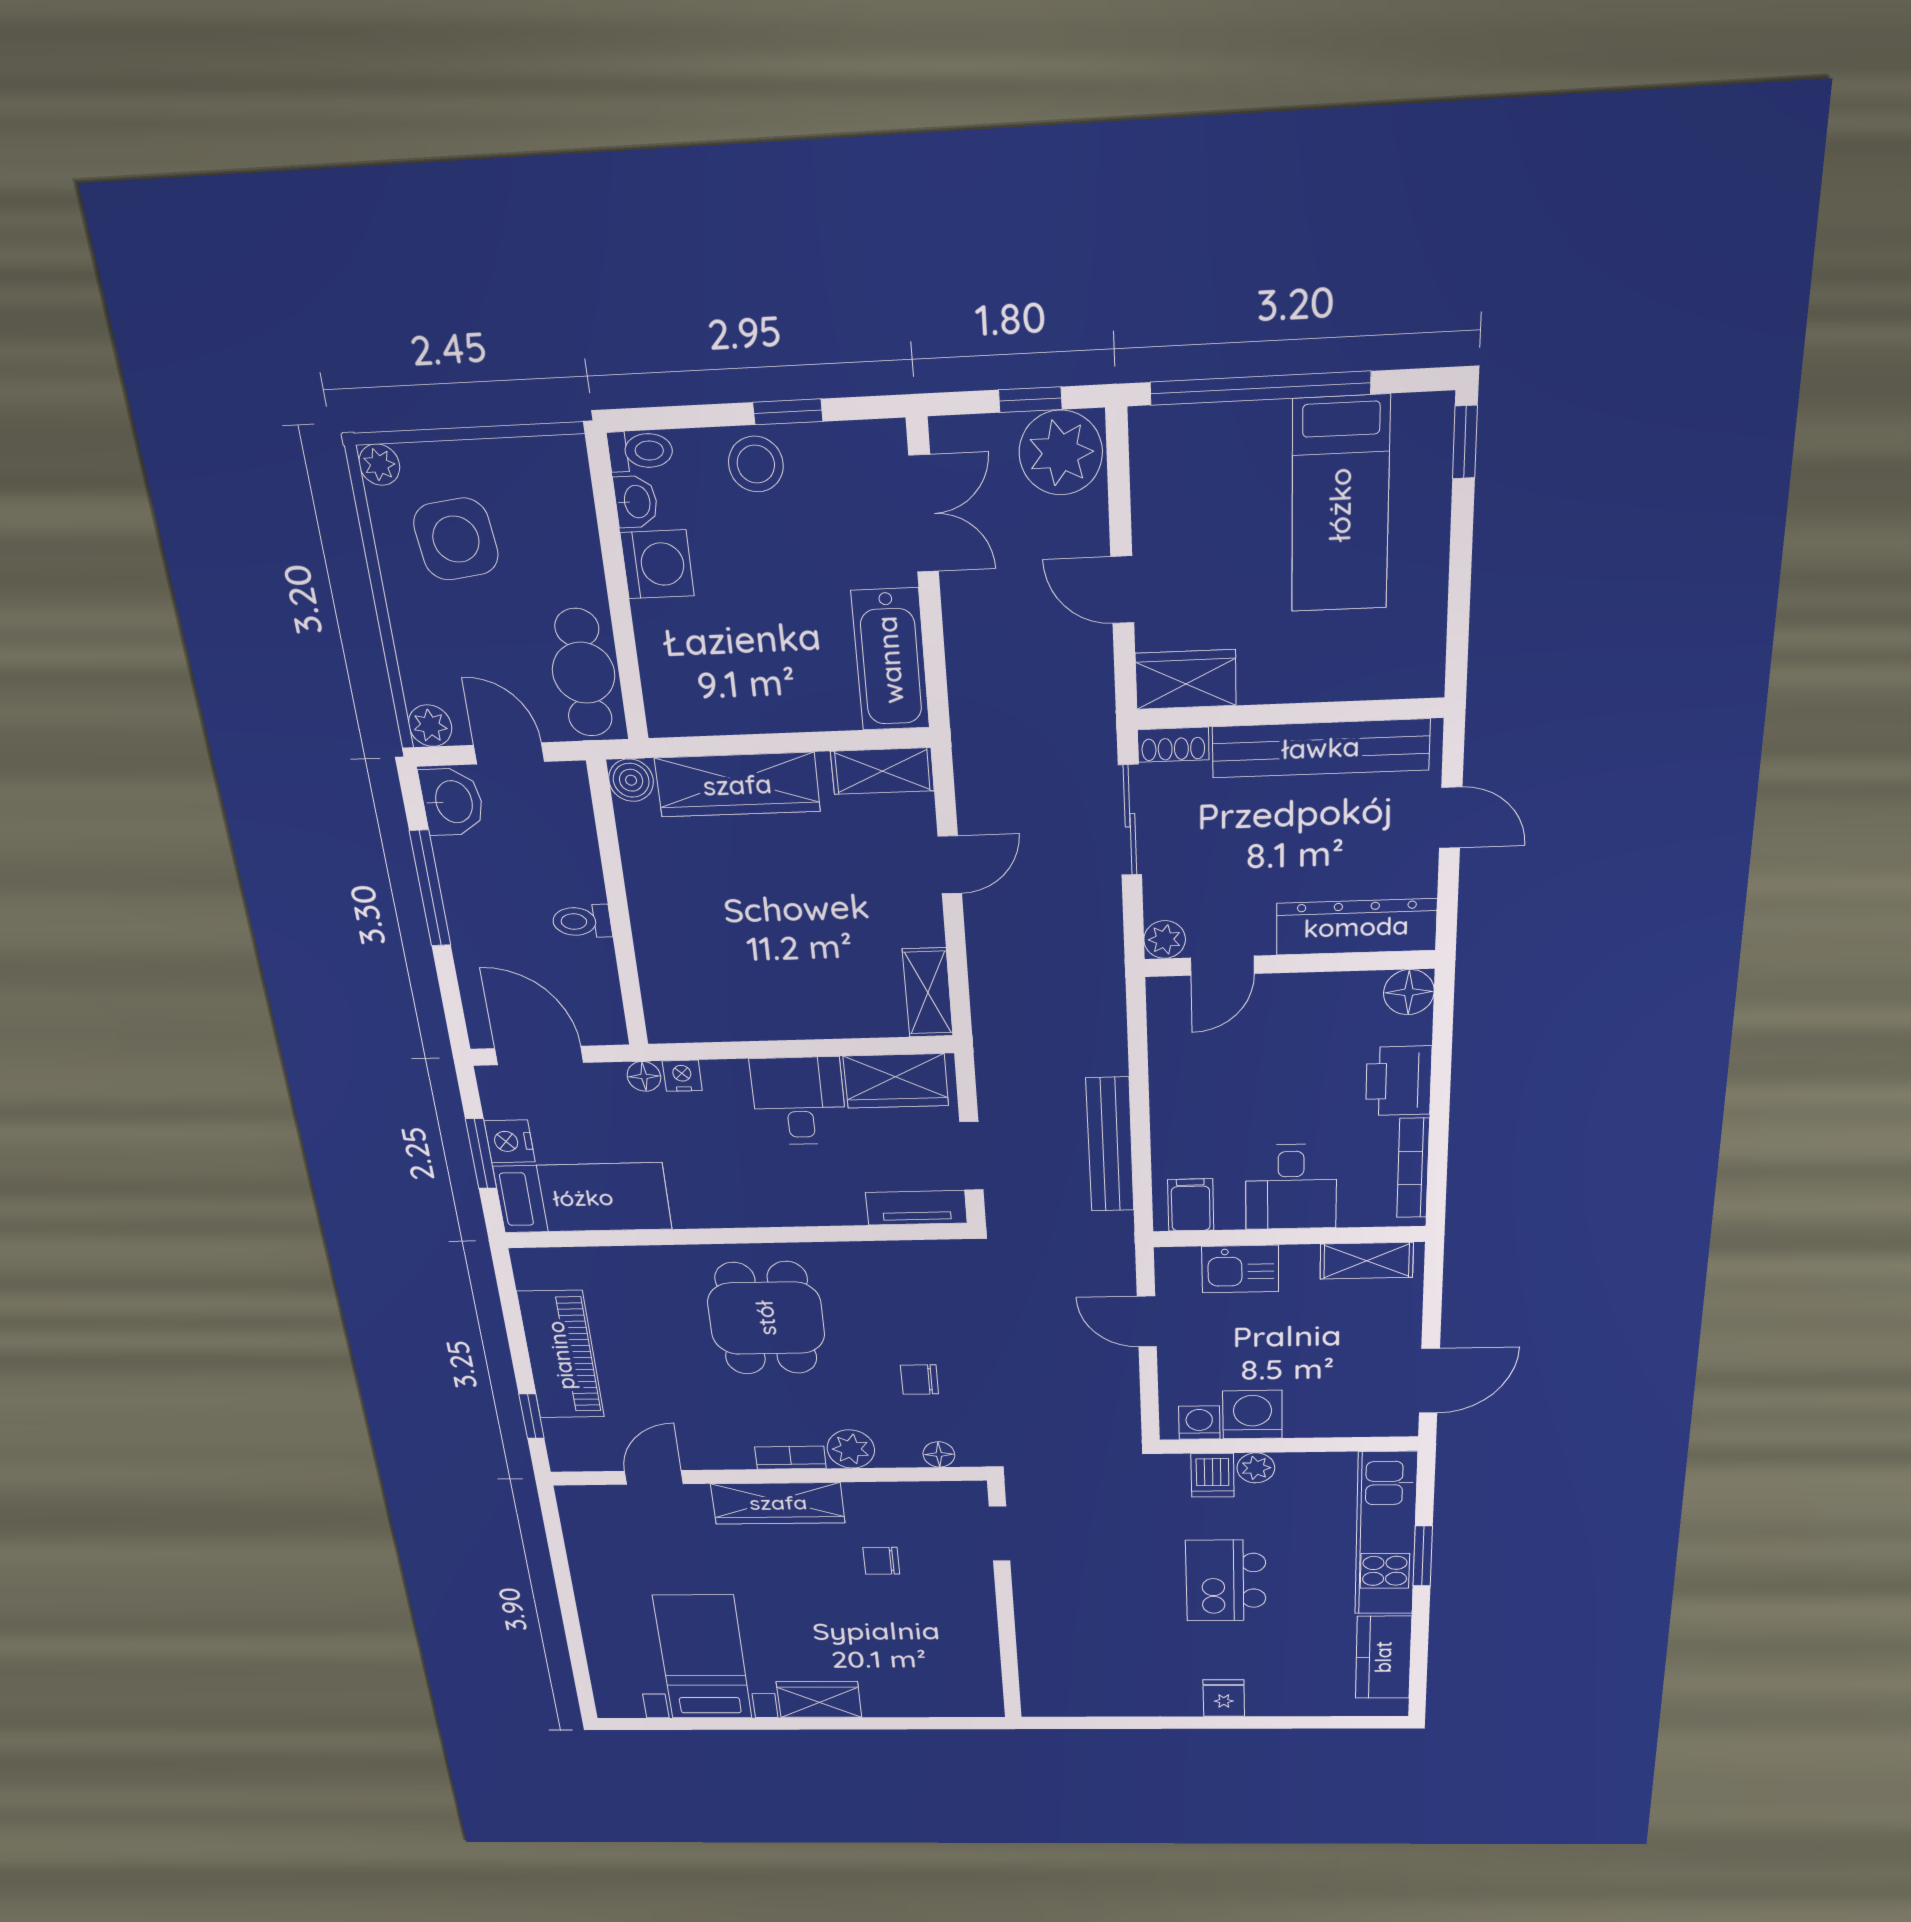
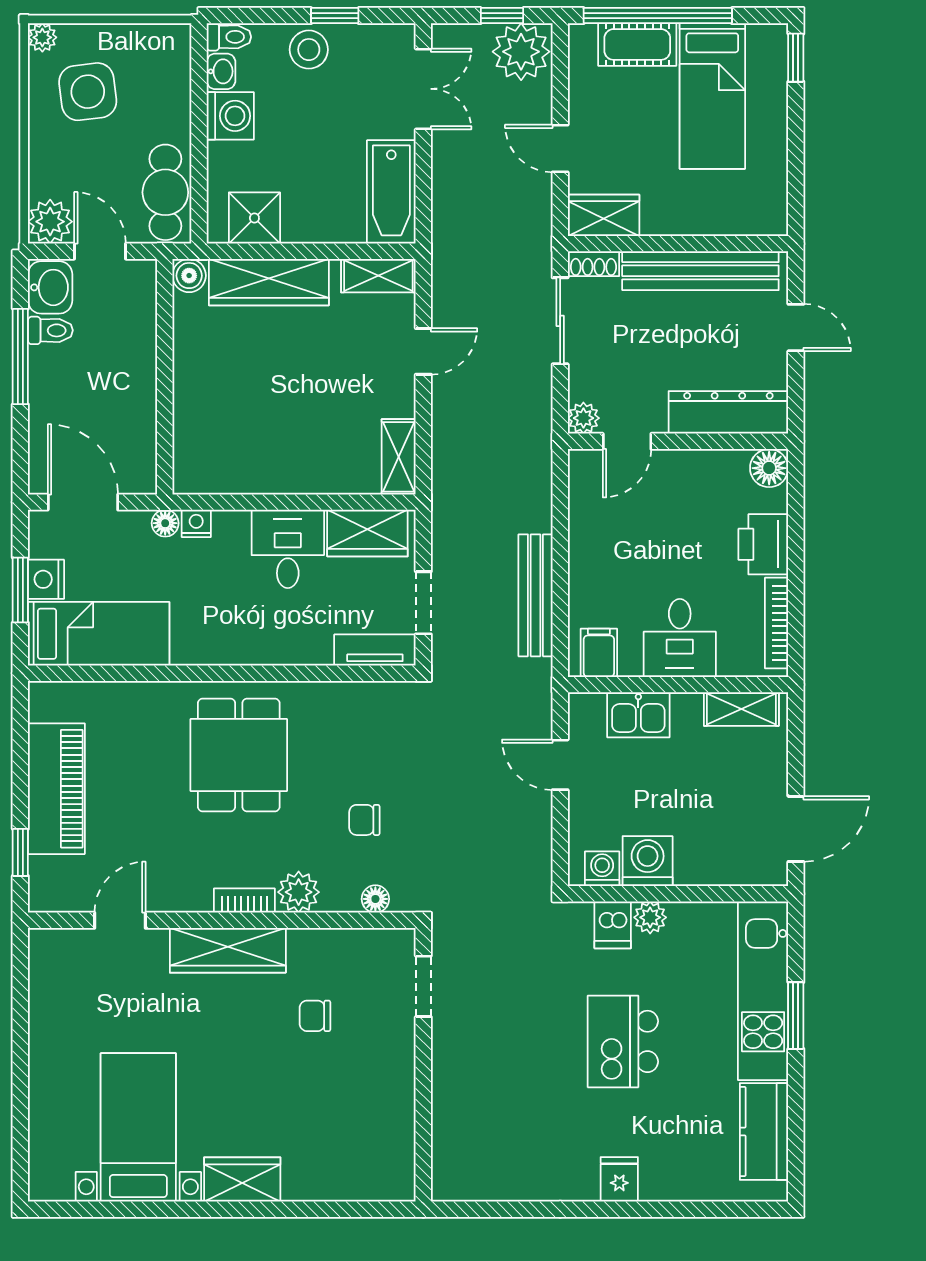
cot: (1230, 434) -> (637, 44), added
shower: (708, 702) -> (254, 218), added
plant: (430, 726) -> (50, 222), width x1.38, depth x1.38
toilet: (582, 921) -> (50, 330), moved, turned 180

